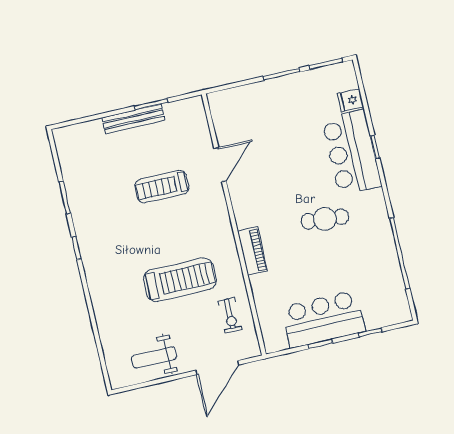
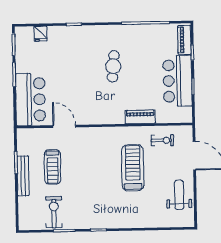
bar counter: (352, 152) -> (31, 100), moved, turned -90
exercise bike: (89, 176) -> (54, 212), added
treadmill: (162, 187) -> (53, 167), moved
piano: (253, 251) -> (140, 117), moved
piano: (386, 317) -> (184, 40), added
weight bench: (154, 357) -> (179, 195), turned 180

